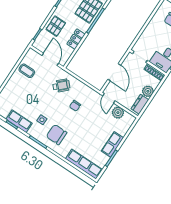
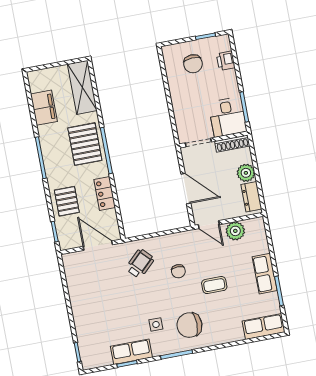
coffee table: (27, 71) -> (214, 285), moved
row of seats: (84, 164) -> (264, 327), width x0.68

